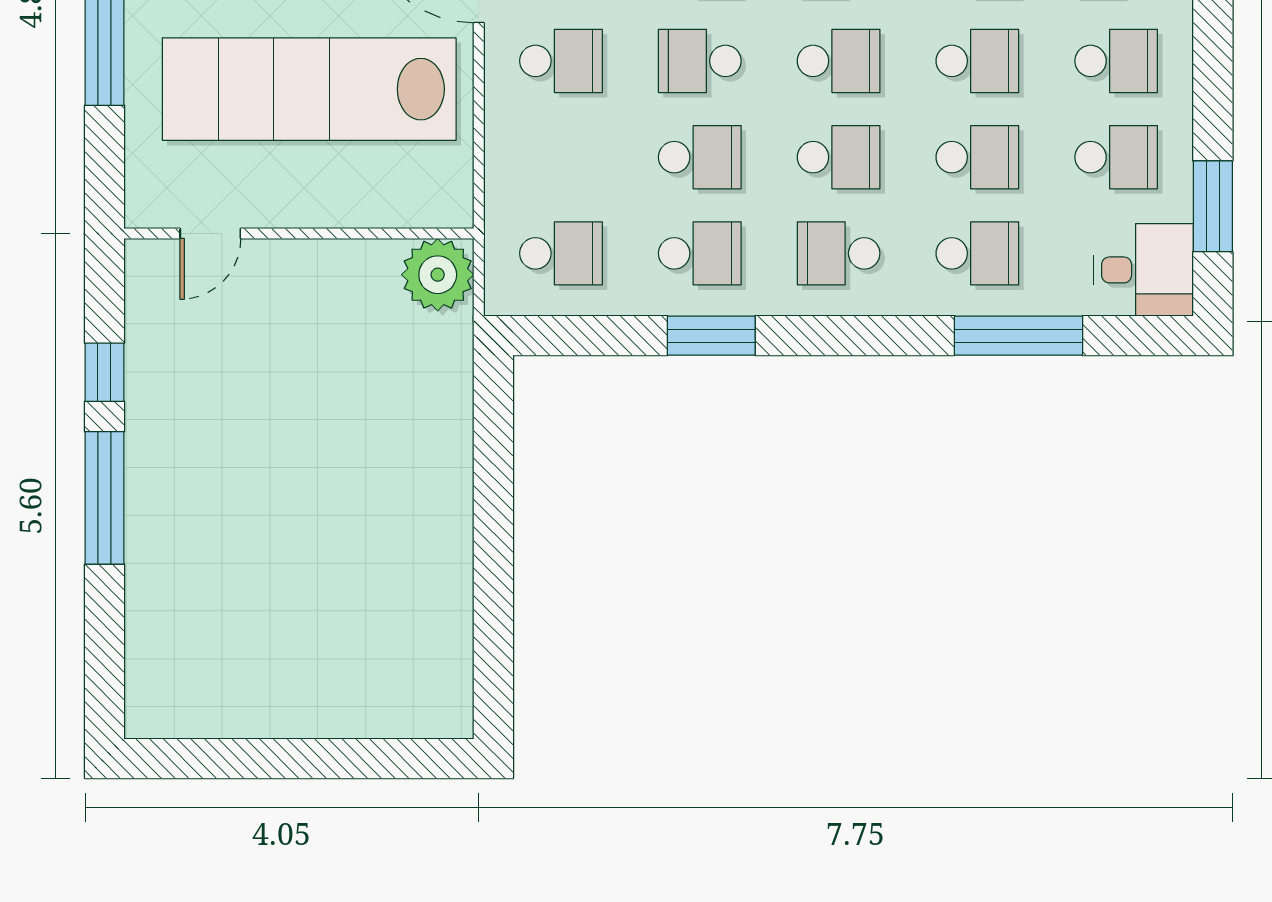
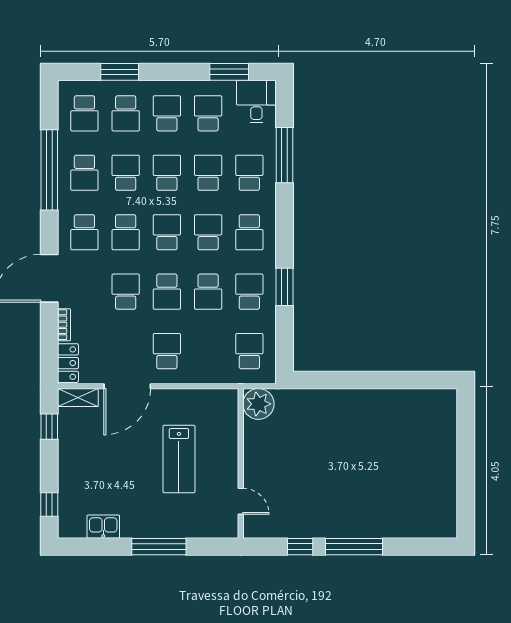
lab bench: (309, 89) -> (179, 459), width x0.54, depth x0.72
school desk: (700, 157) -> (208, 292), turned 180

